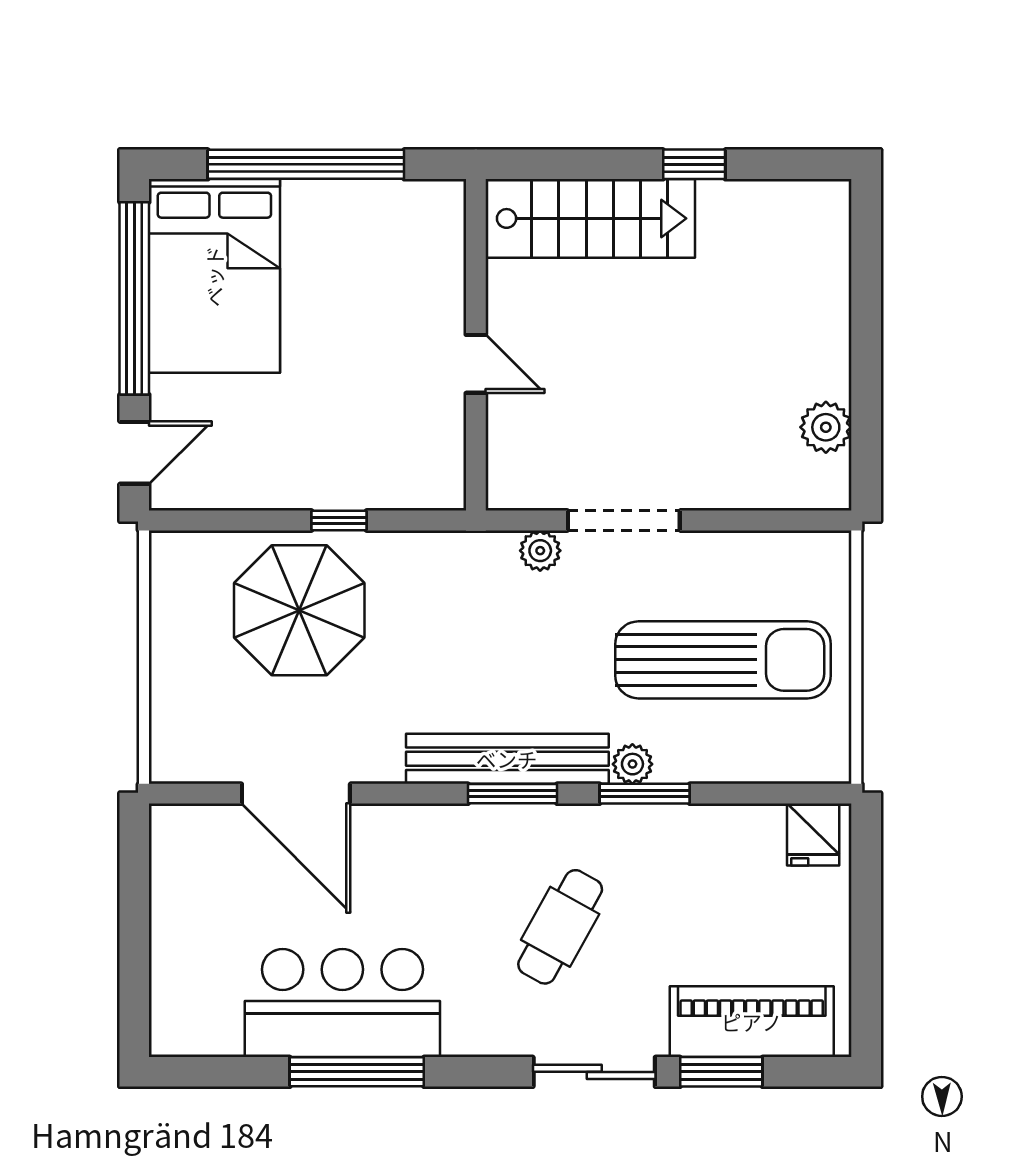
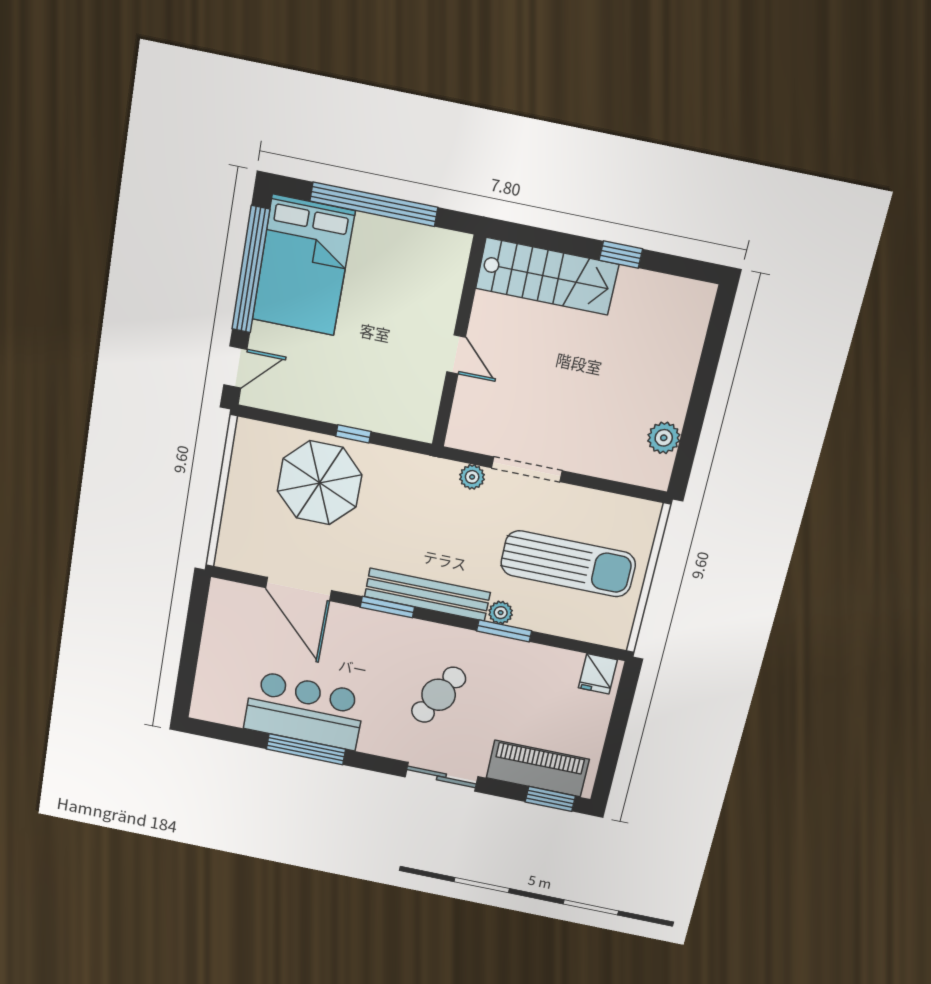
window: (513, 794) -> (387, 607), moved
window: (721, 1072) -> (550, 799), moved

